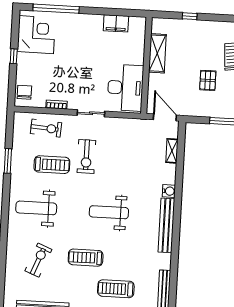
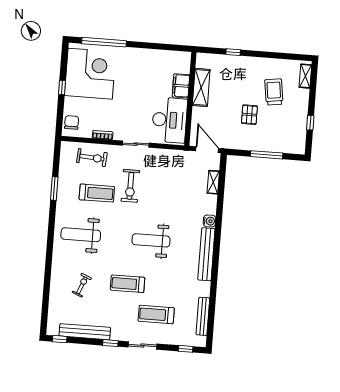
filing cabinet: (116, 23) -> (181, 86), moved, turned 90
corner desk: (36, 35) -> (90, 74), width x1.36, depth x1.36
exercise bike: (38, 260) -> (82, 285), width x0.73, depth x0.72

